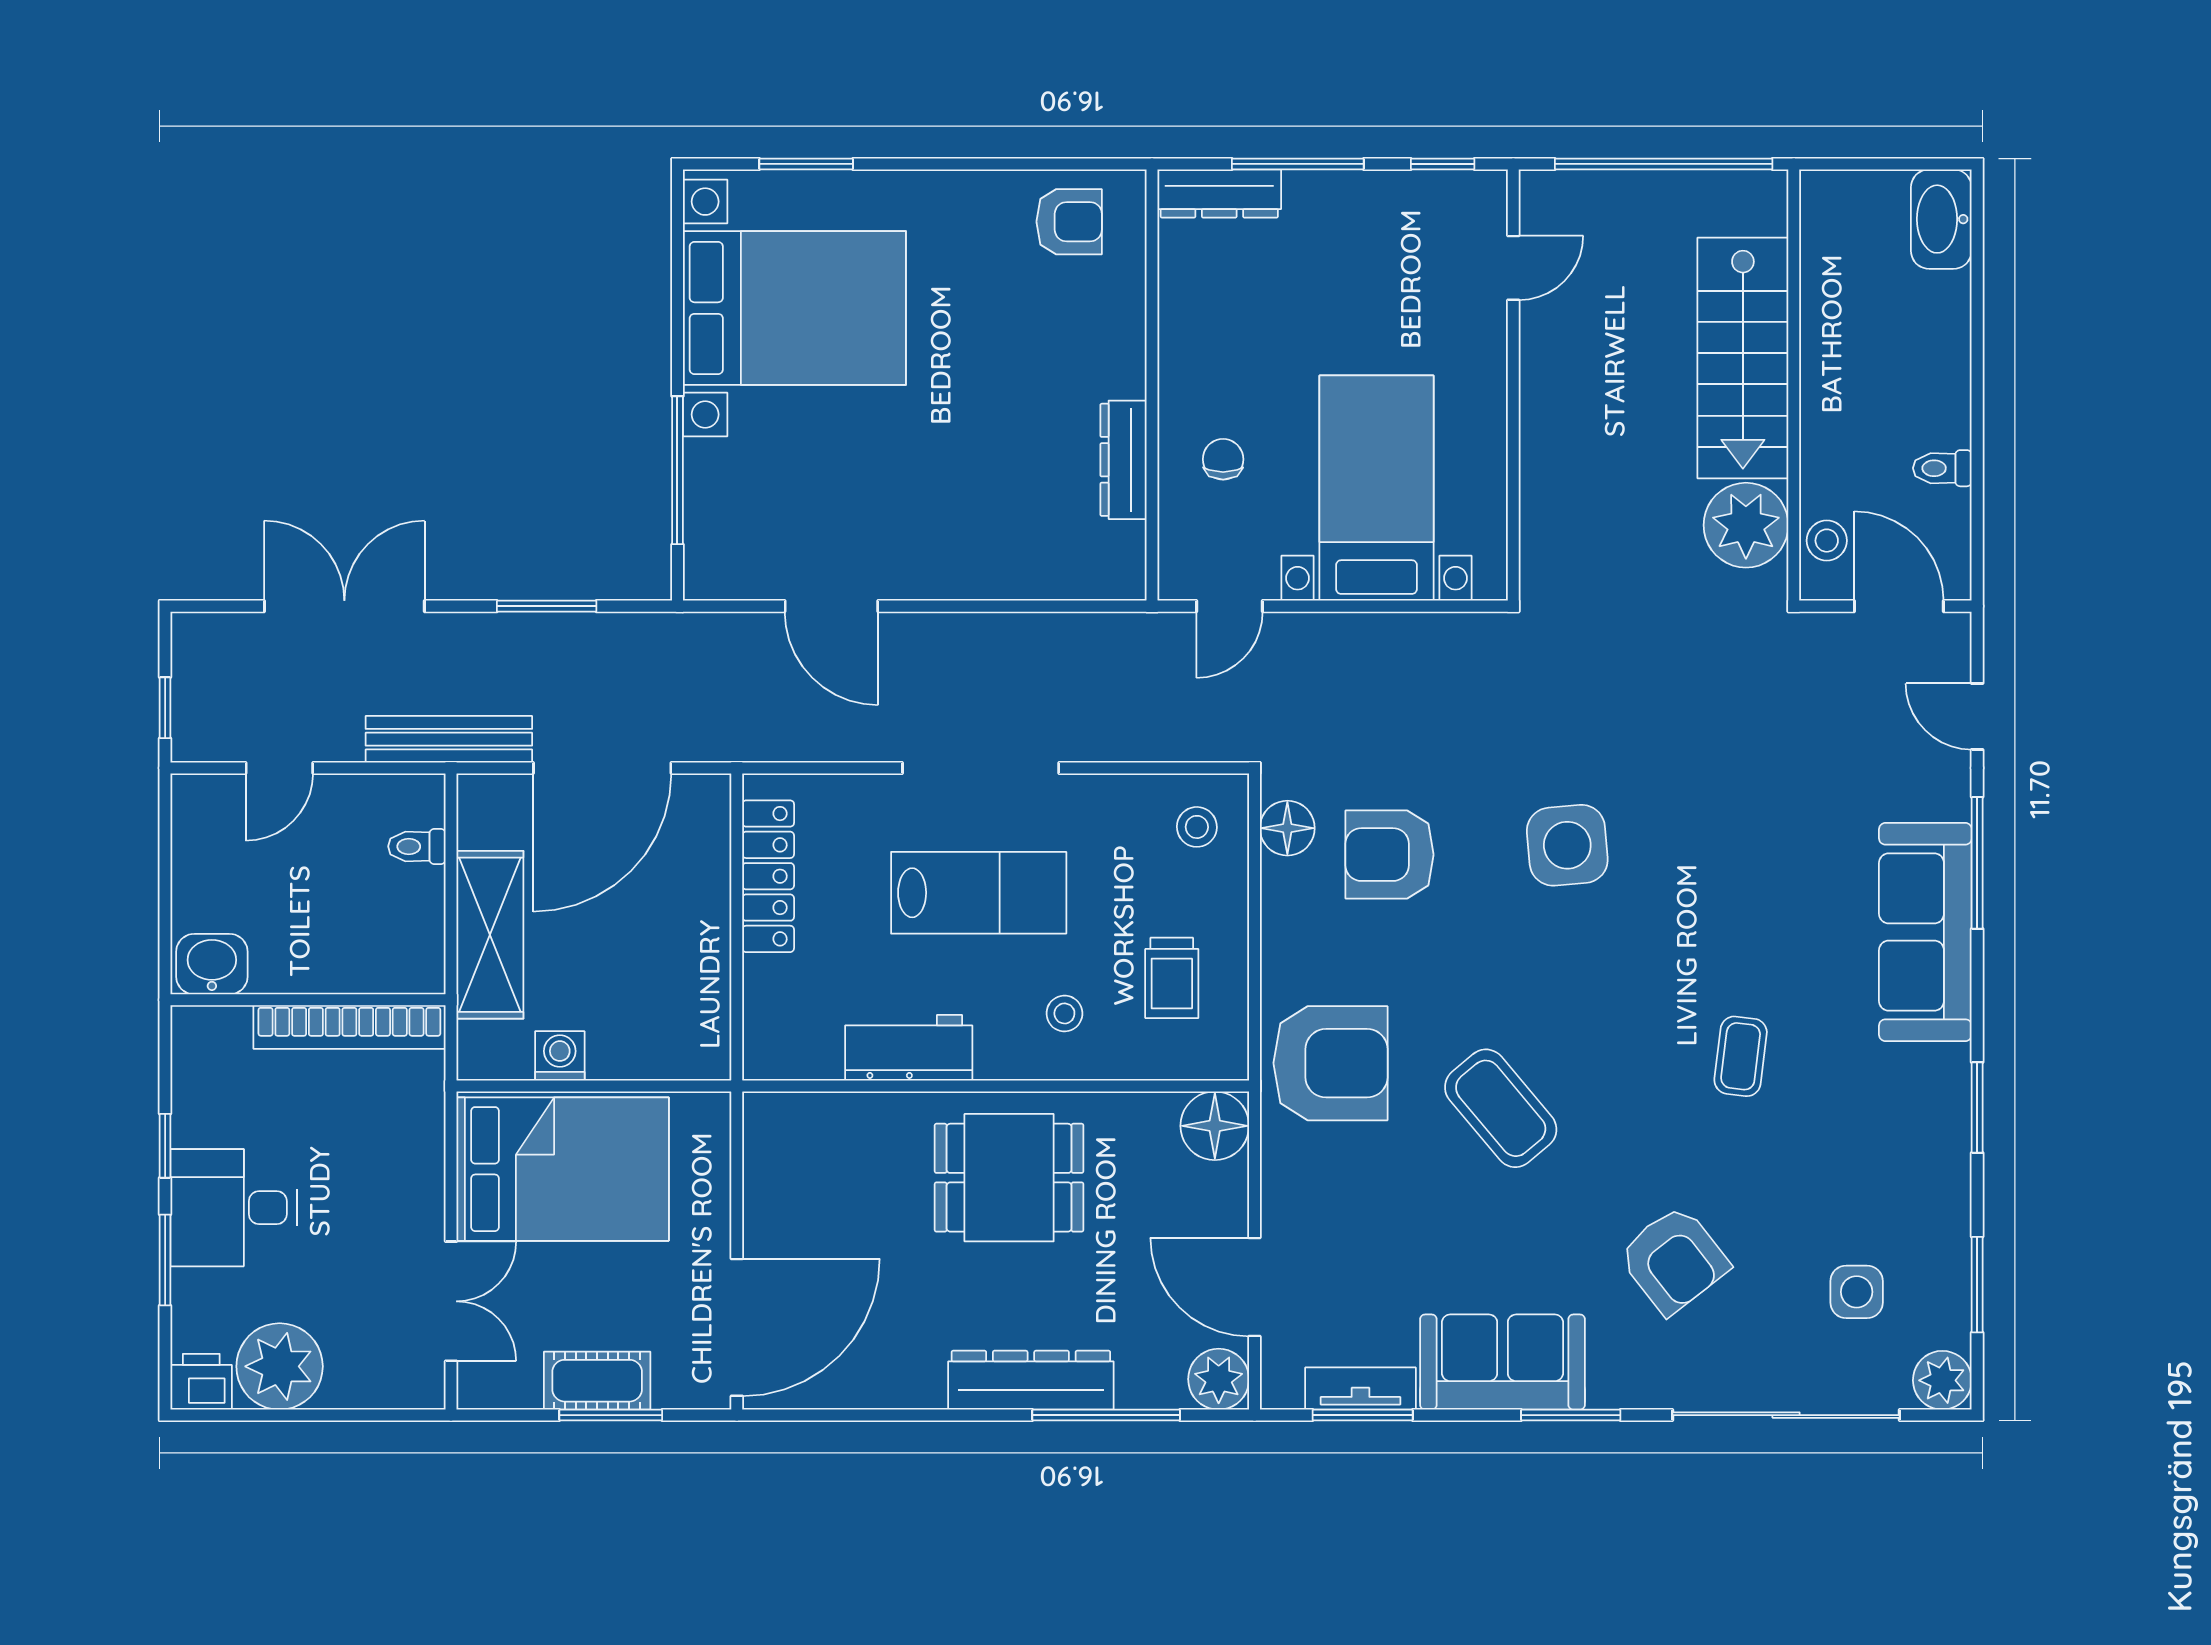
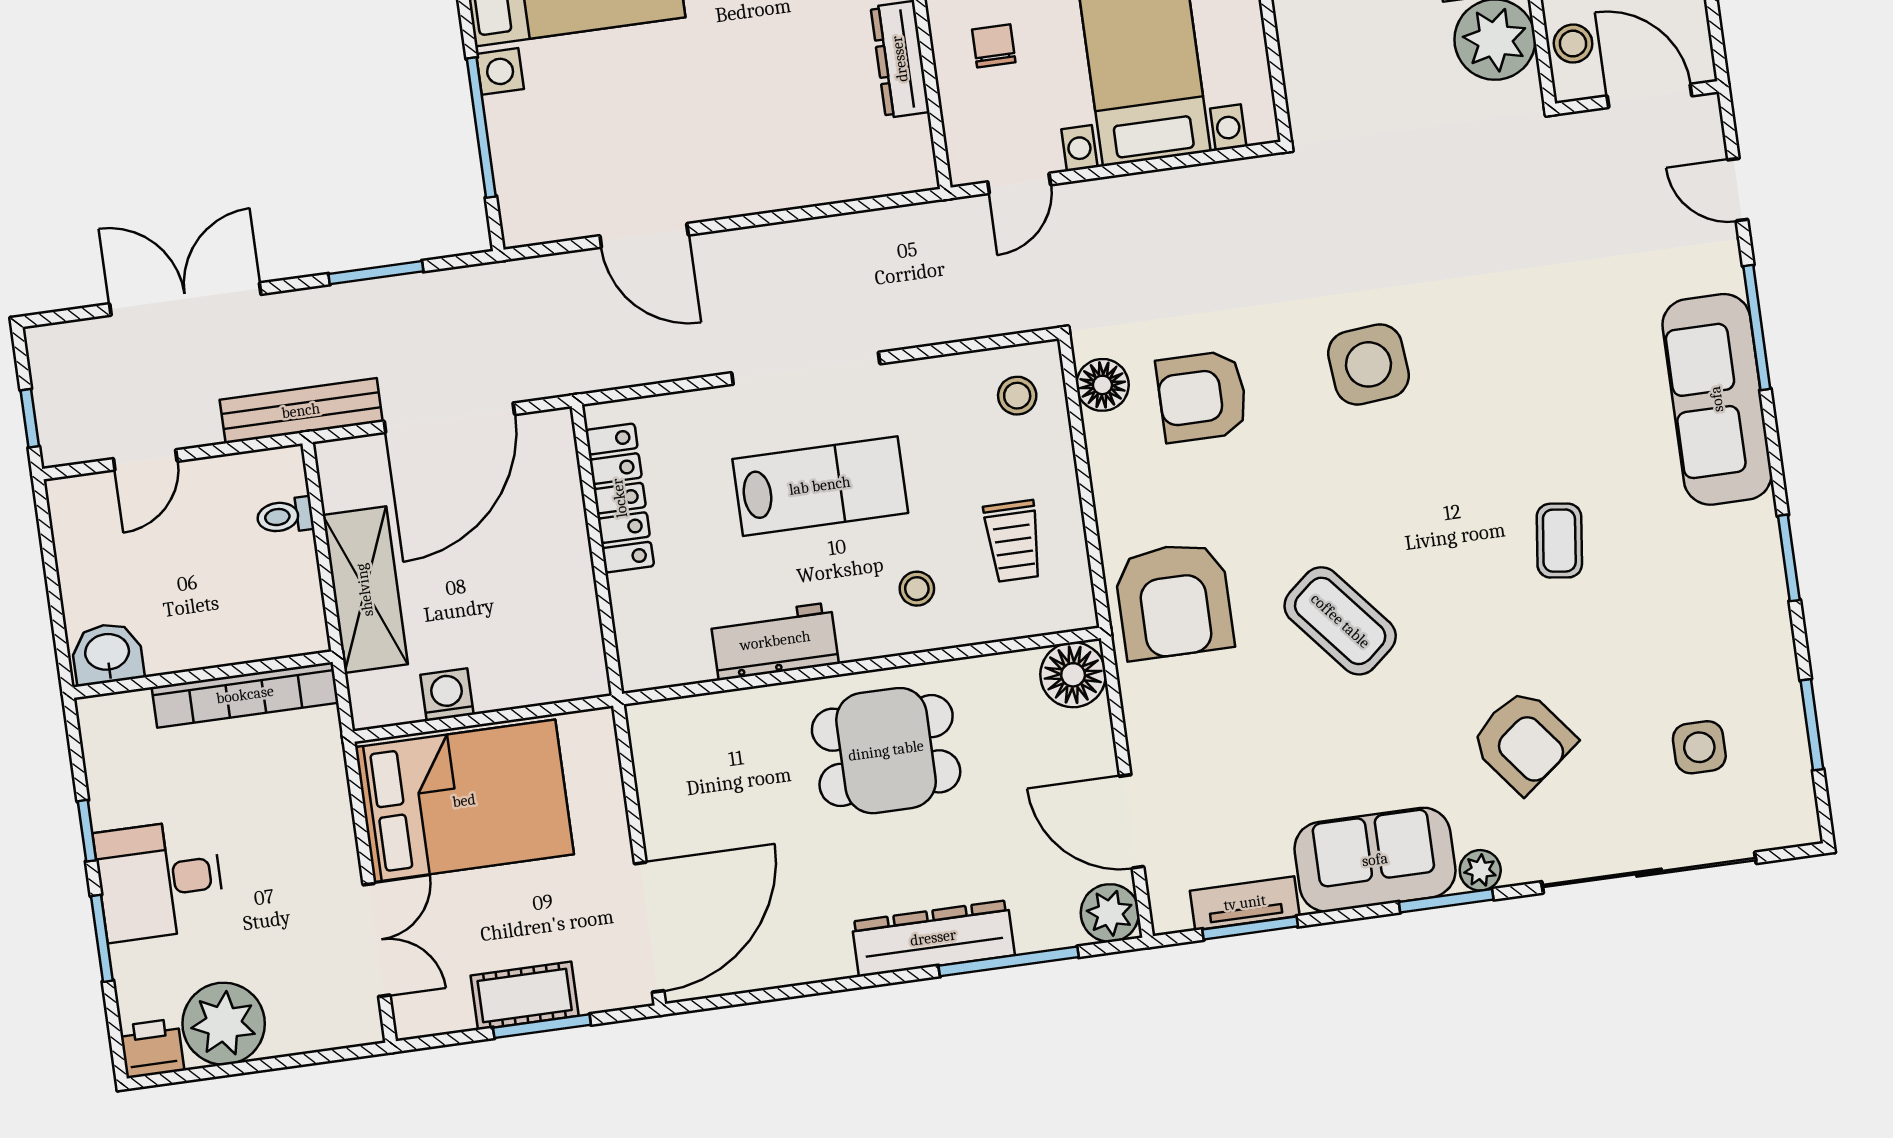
armchair: (1331, 1063) -> (1174, 601), turned 90
plant: (1942, 1380) -> (1480, 870), moved, width x0.73, depth x0.73

